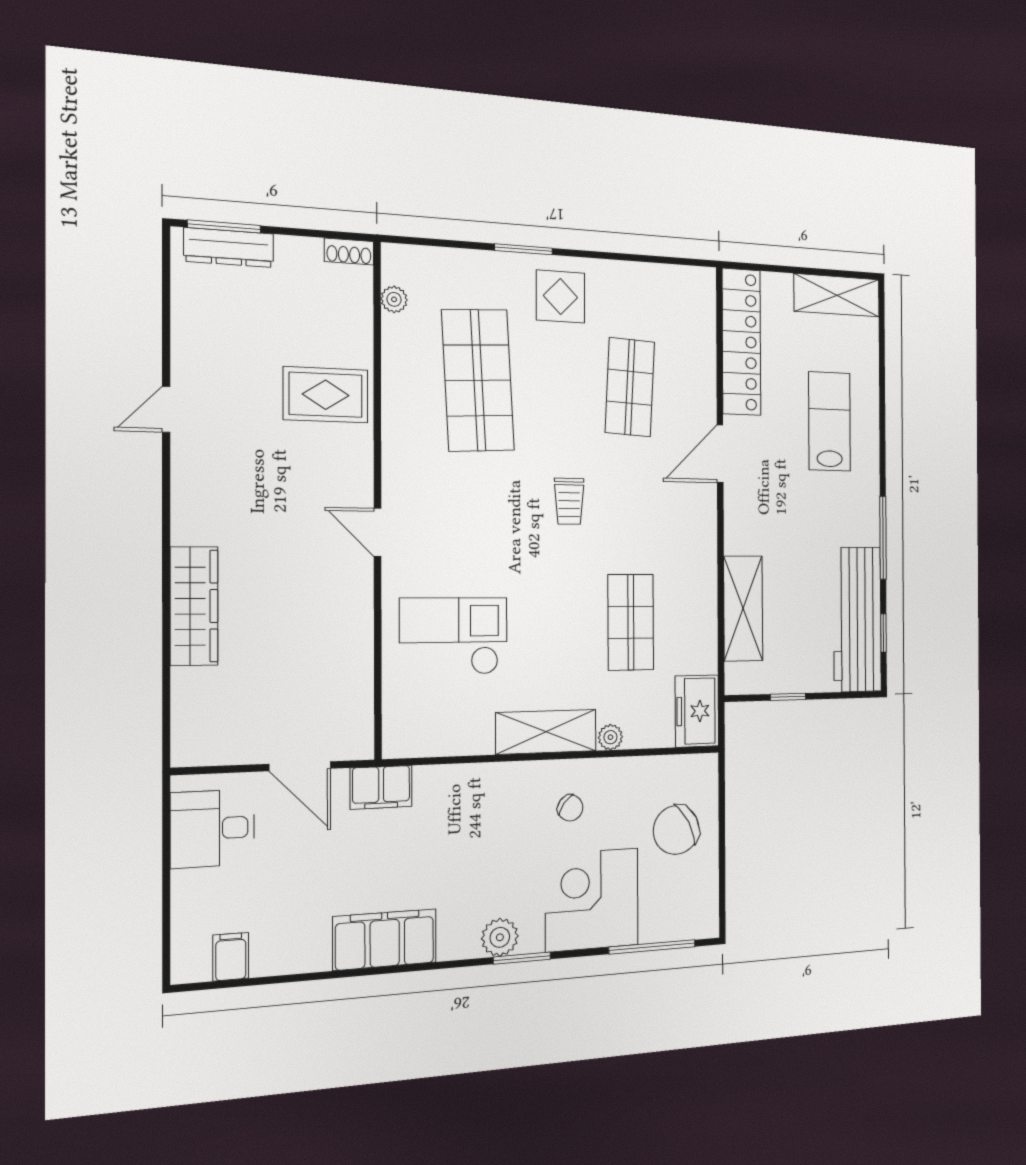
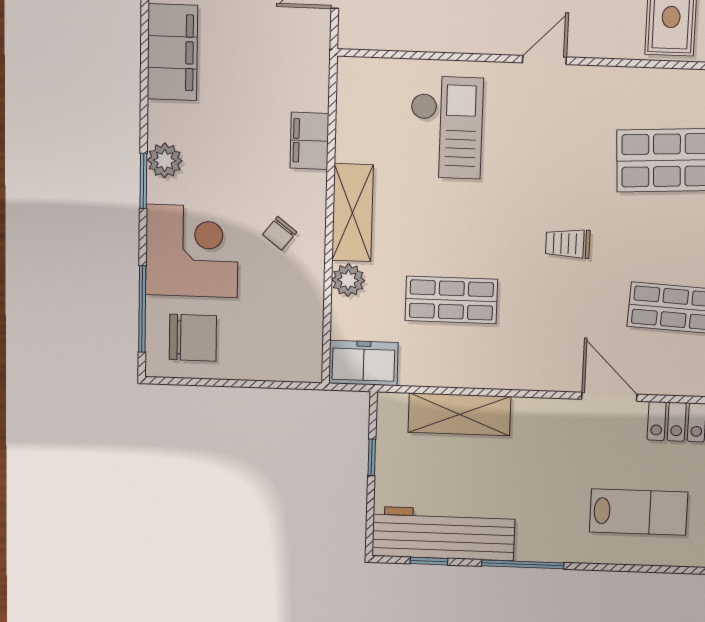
plant: (610, 737) -> (348, 280), width x1.38, depth x1.38
filing cabinet: (381, 787) -> (309, 141), moved
chair: (676, 830) -> (193, 338), moved, turned 118

